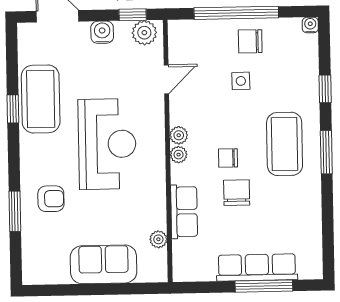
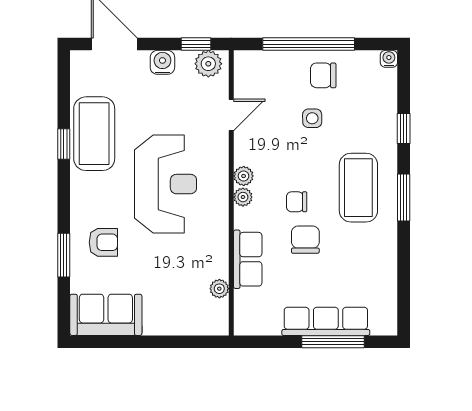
sofa: (104, 264) -> (106, 315), moved

